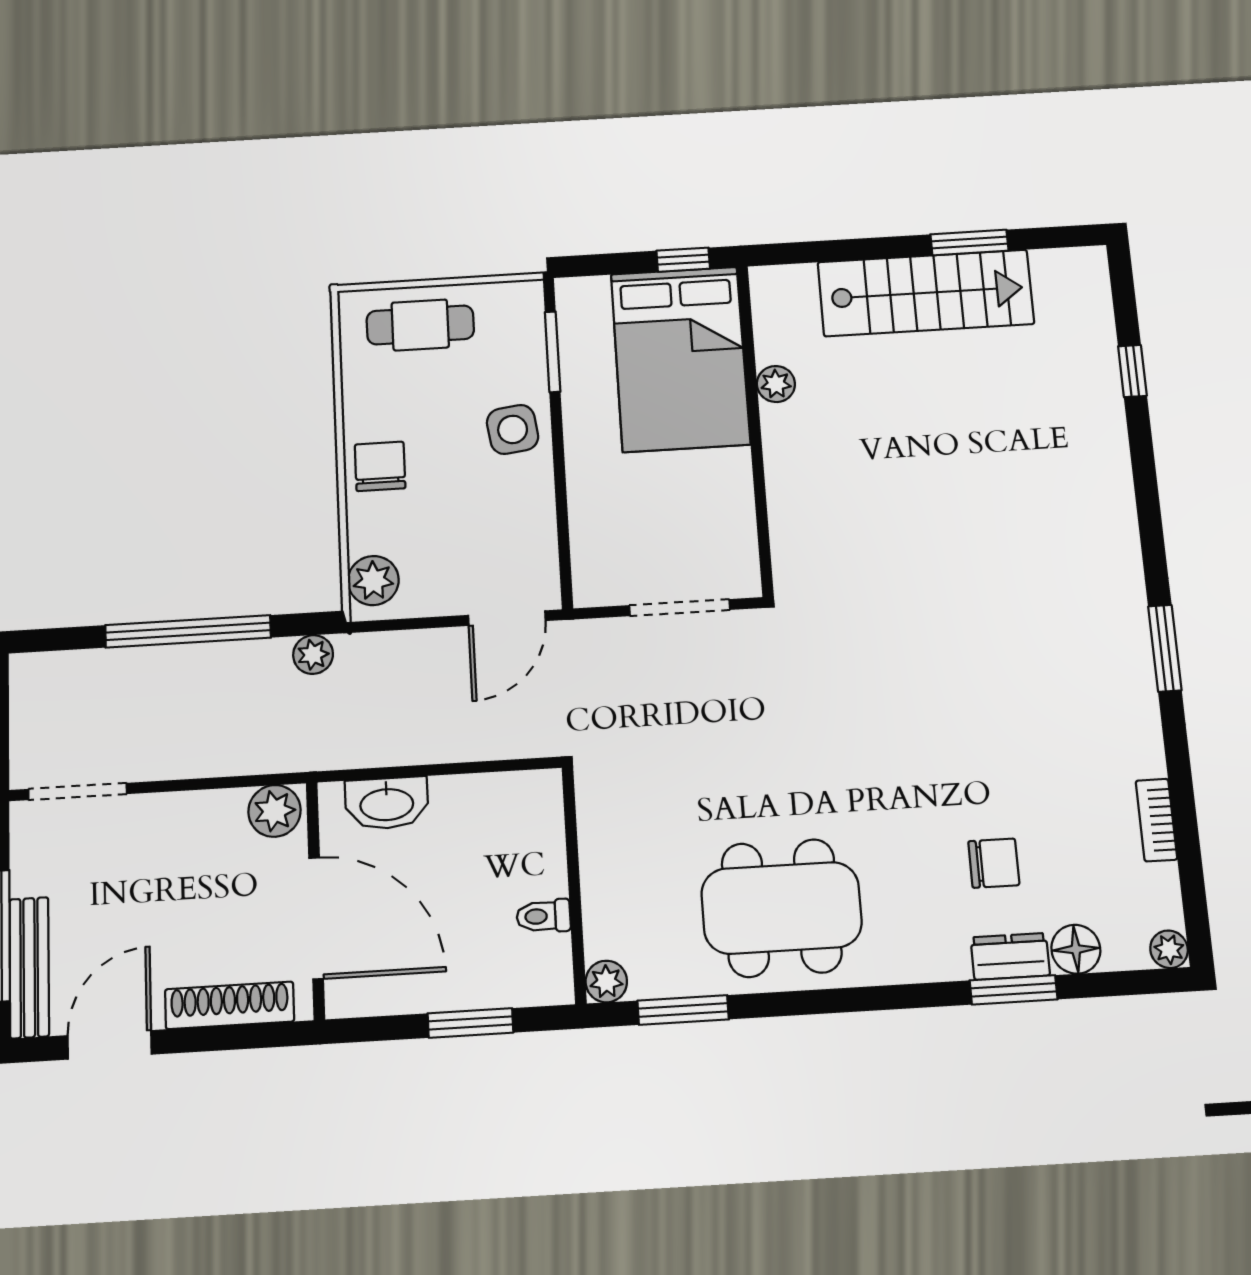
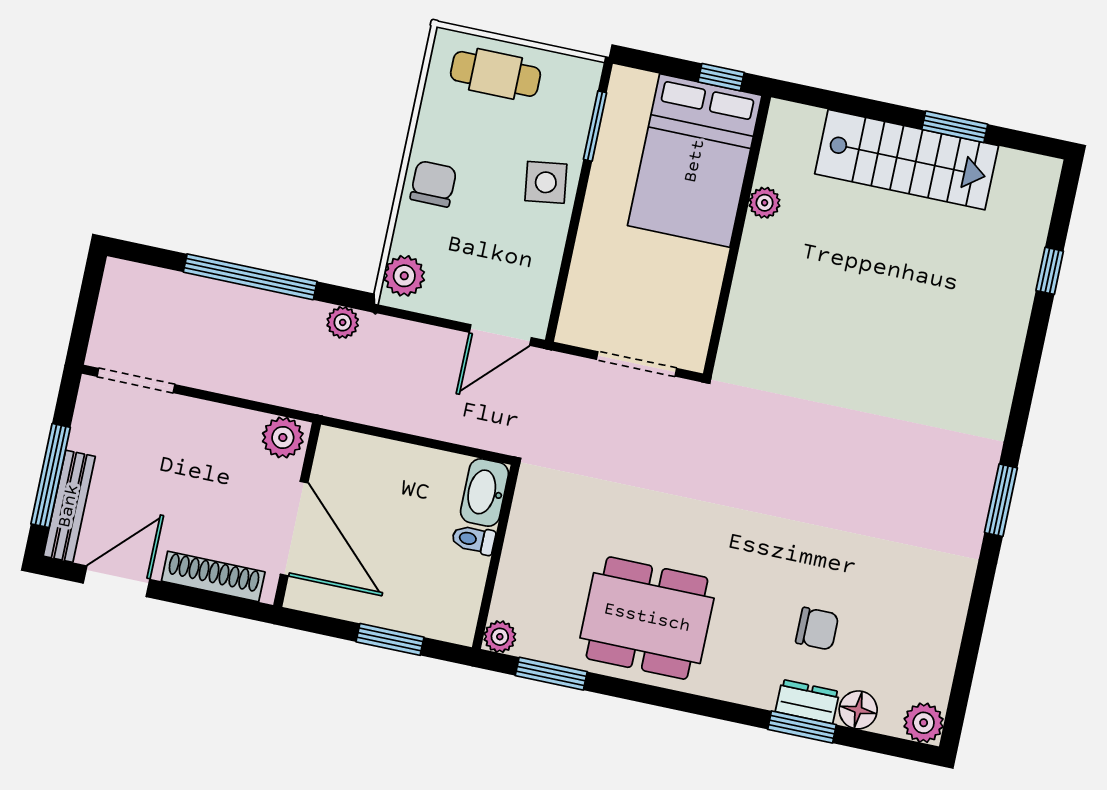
washbasin: (387, 803) -> (484, 492), moved, turned 90
bookcase: (1156, 820) -> (951, 630), removed
toilet: (544, 916) -> (474, 540), moved
plant: (1169, 949) -> (924, 723), width x1.38, depth x1.38

